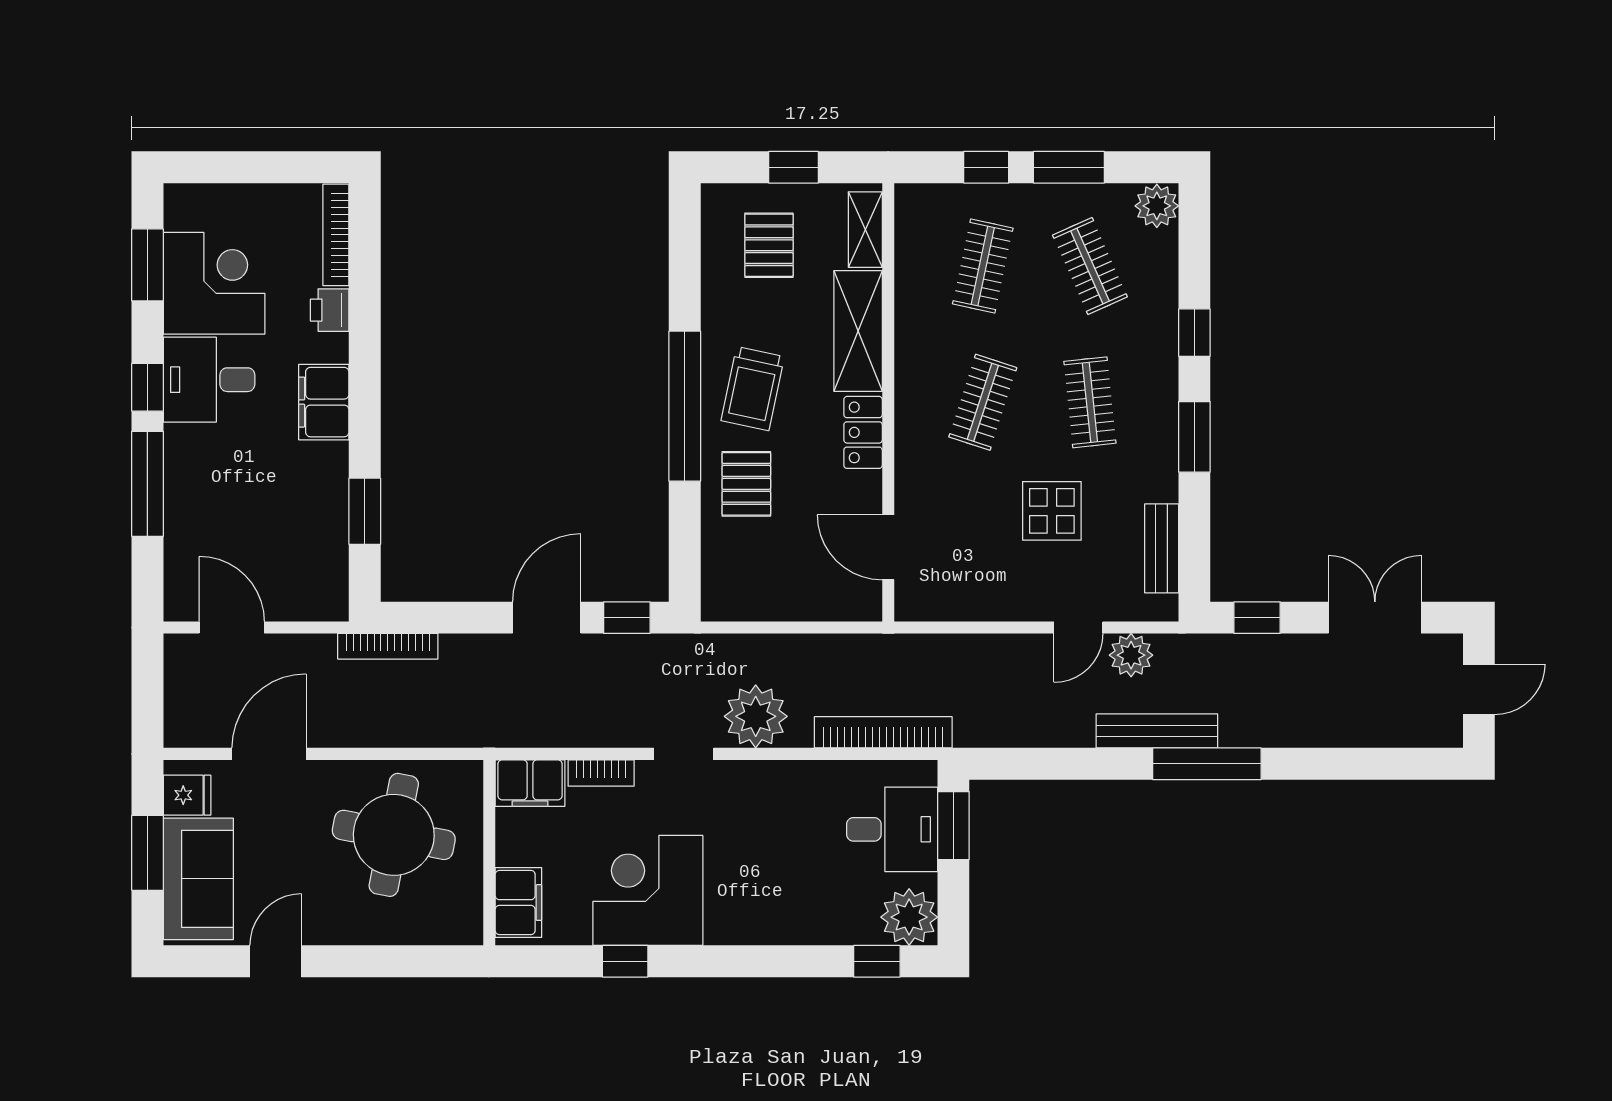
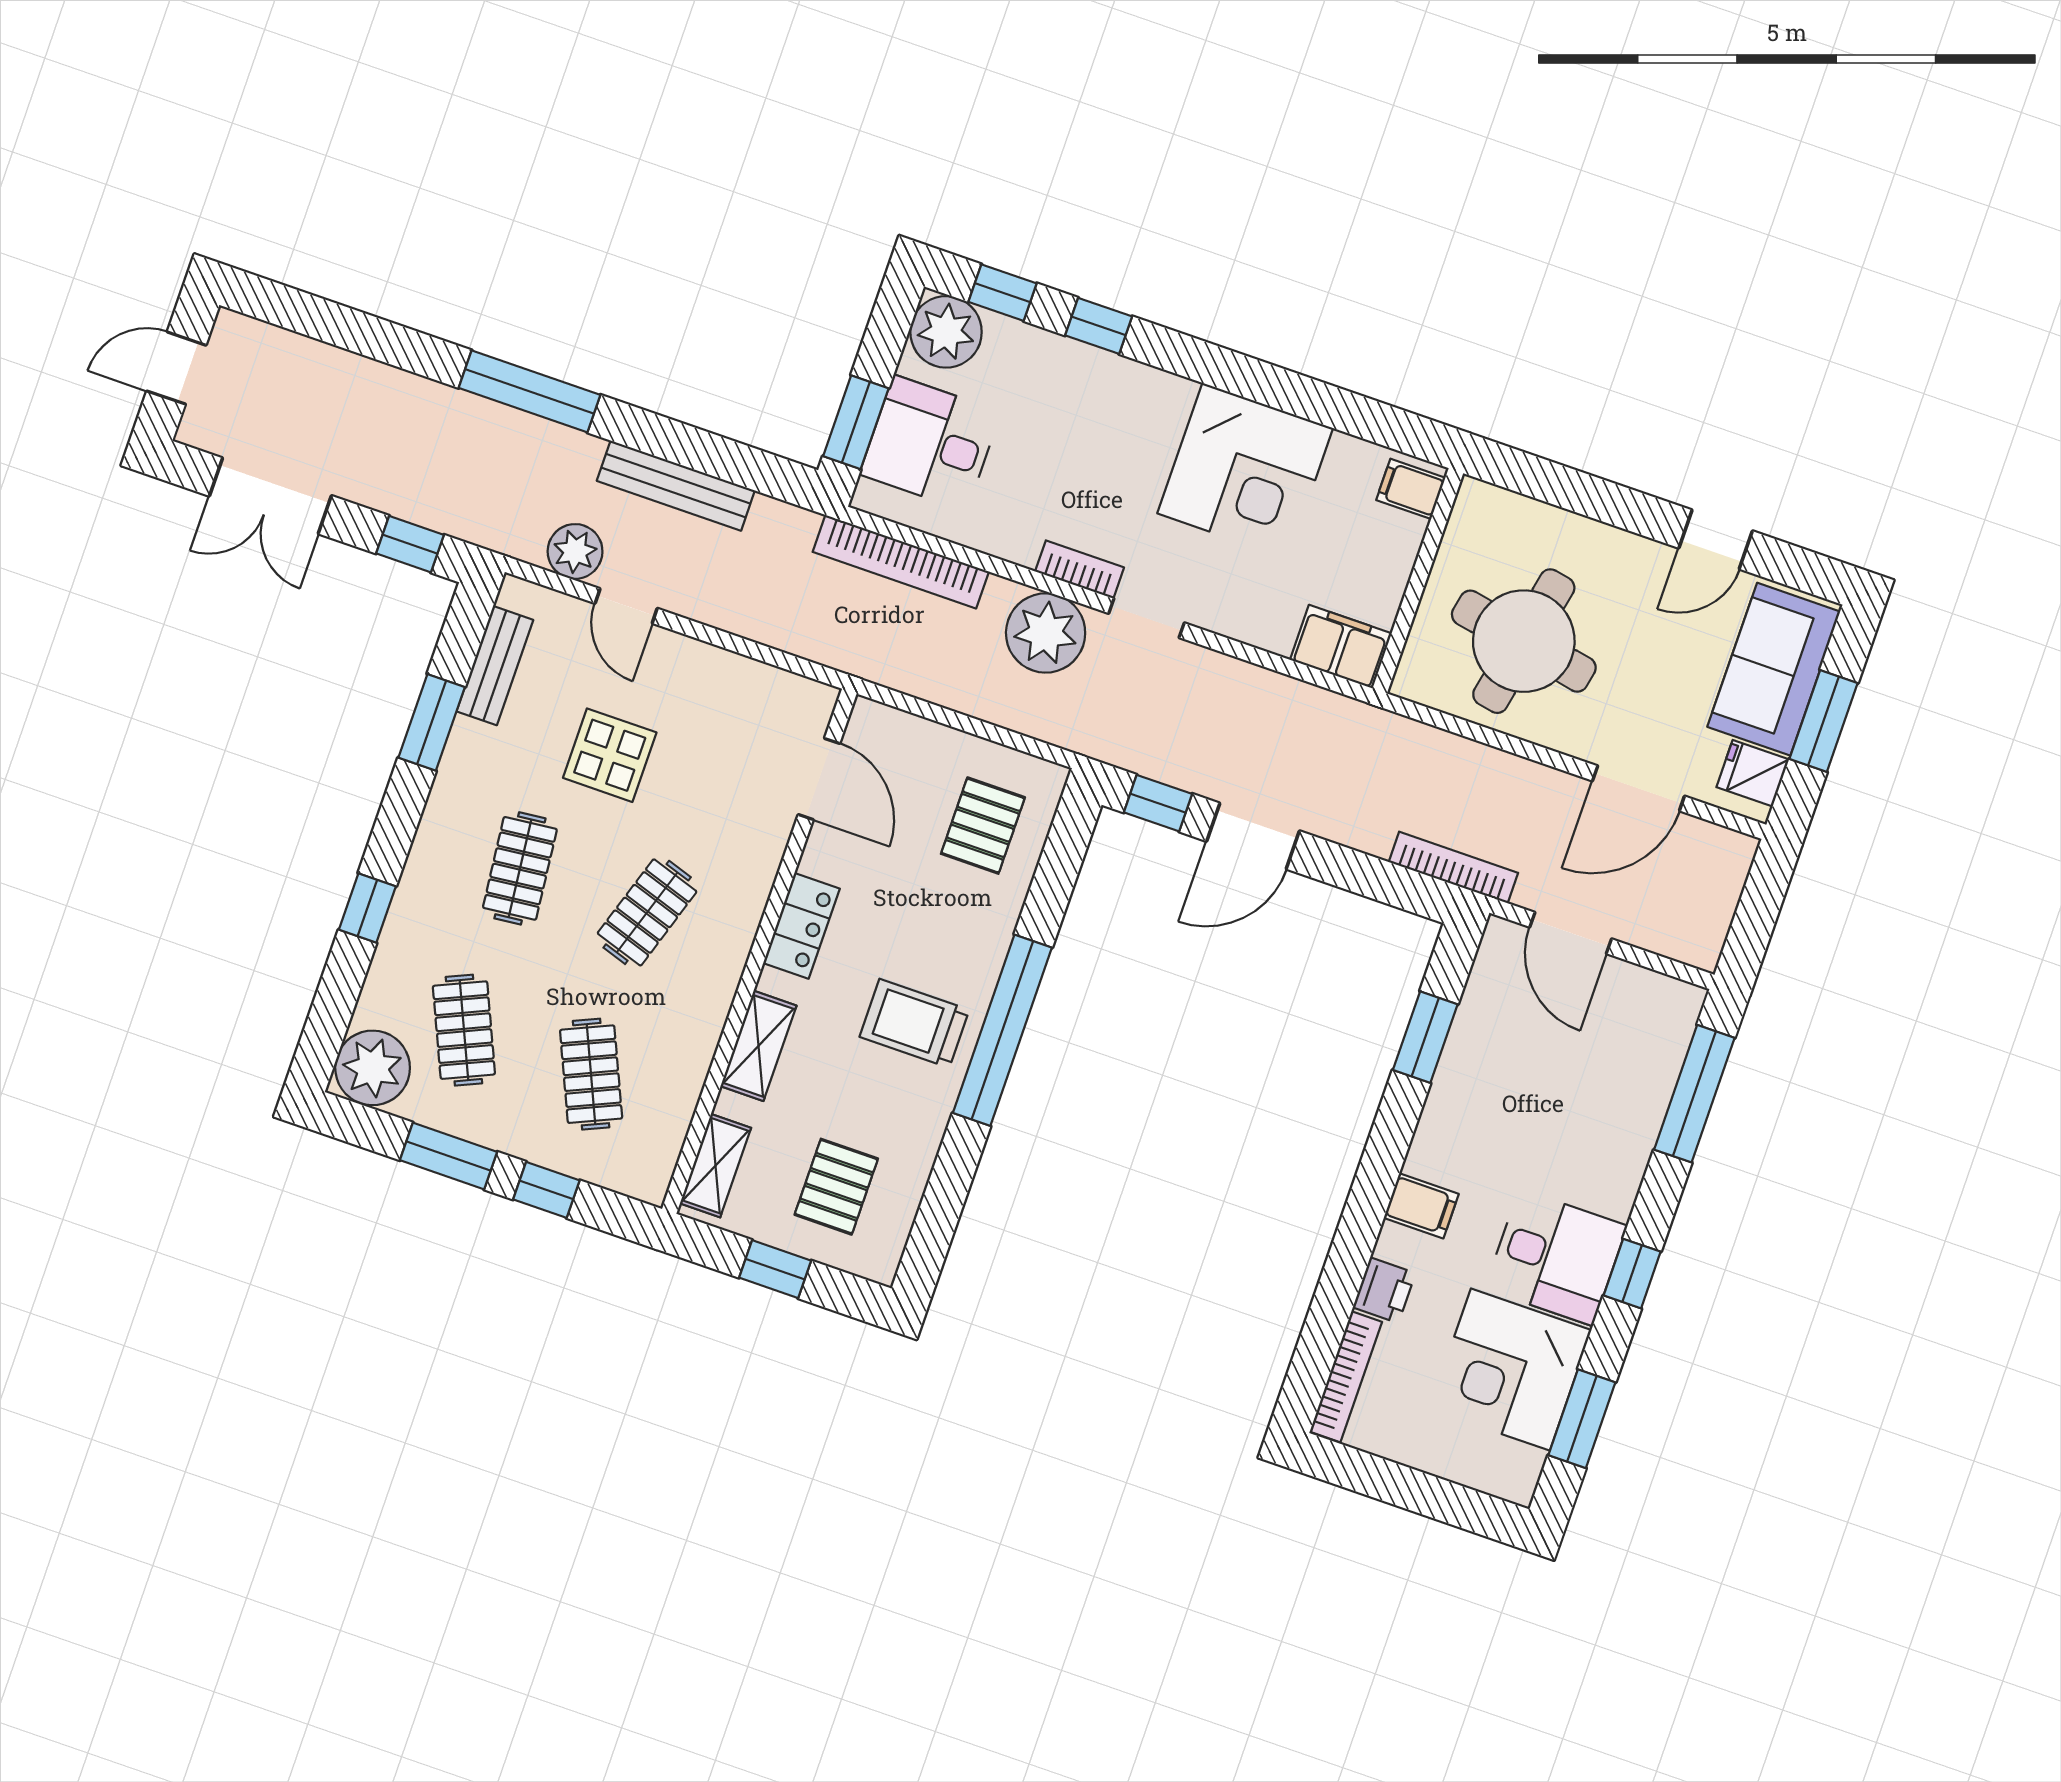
plant: (1157, 206) -> (373, 1068), width x1.36, depth x1.36
clothes rail: (983, 266) -> (591, 1074), turned -36
shelving: (858, 331) -> (758, 1046), width x0.67, depth x0.75
trolley: (753, 389) -> (914, 1023), turned -102
filing cabinet: (324, 402) -> (1421, 1206), width x0.50
window: (1194, 437) -> (432, 722), moved
window: (147, 484) -> (1694, 1094), moved
pallet: (746, 484) -> (983, 826), moved
door: (232, 627) -> (1571, 933), moved
door: (1078, 627) -> (626, 606), swing flipped
bench: (1157, 731) -> (676, 486), moved
bookcase: (601, 773) -> (1080, 569), moved
filing cabinet: (518, 903) -> (1411, 489), width x0.50
window: (625, 961) -> (1099, 326), moved

